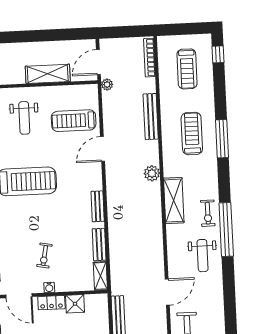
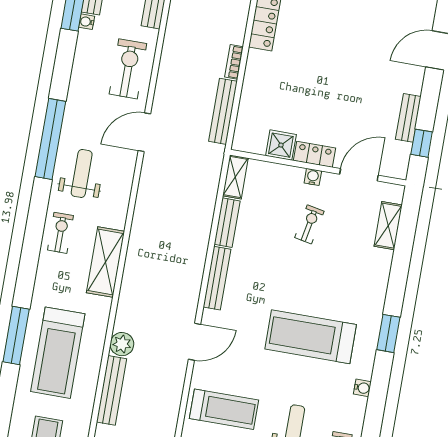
treadmill: (192, 134) -> (58, 353), width x1.37, depth x1.38
door: (103, 149) -> (194, 342), moved
plant: (152, 173) -> (122, 344), moved
bench: (98, 206) -> (217, 278), width x1.36
window: (226, 230) -> (50, 139), moved
door: (19, 296) -> (359, 175), hinge flipped

